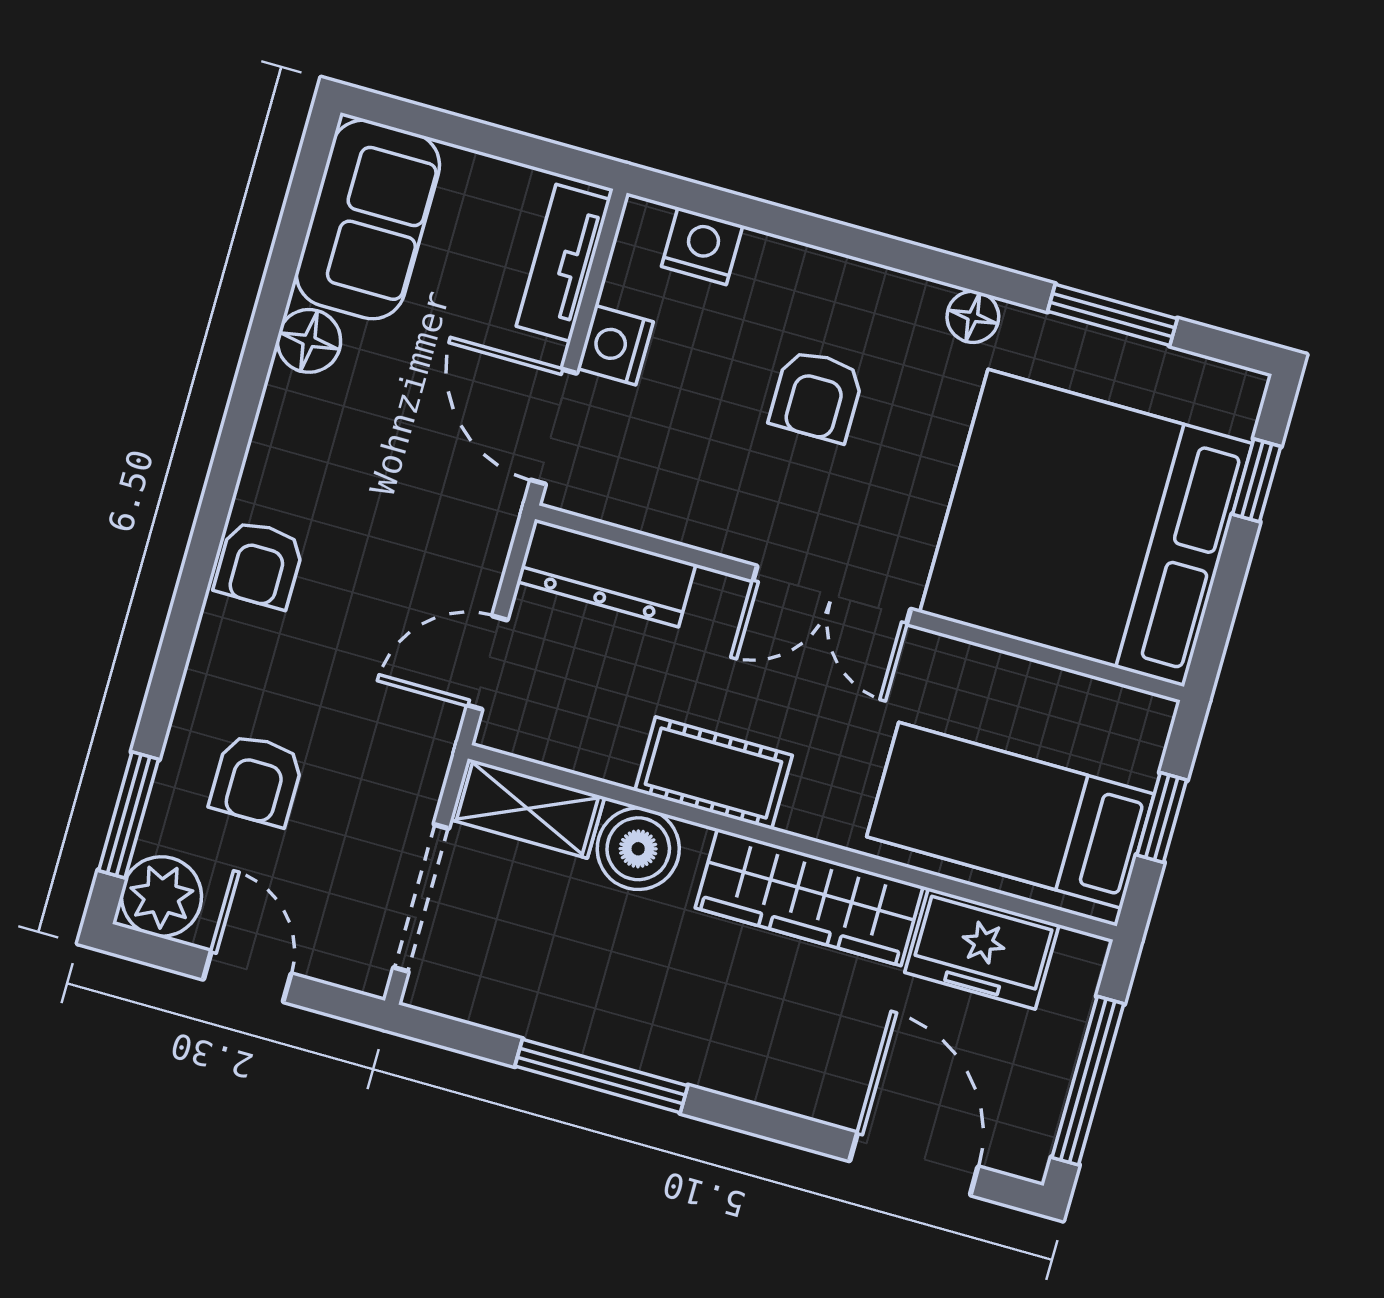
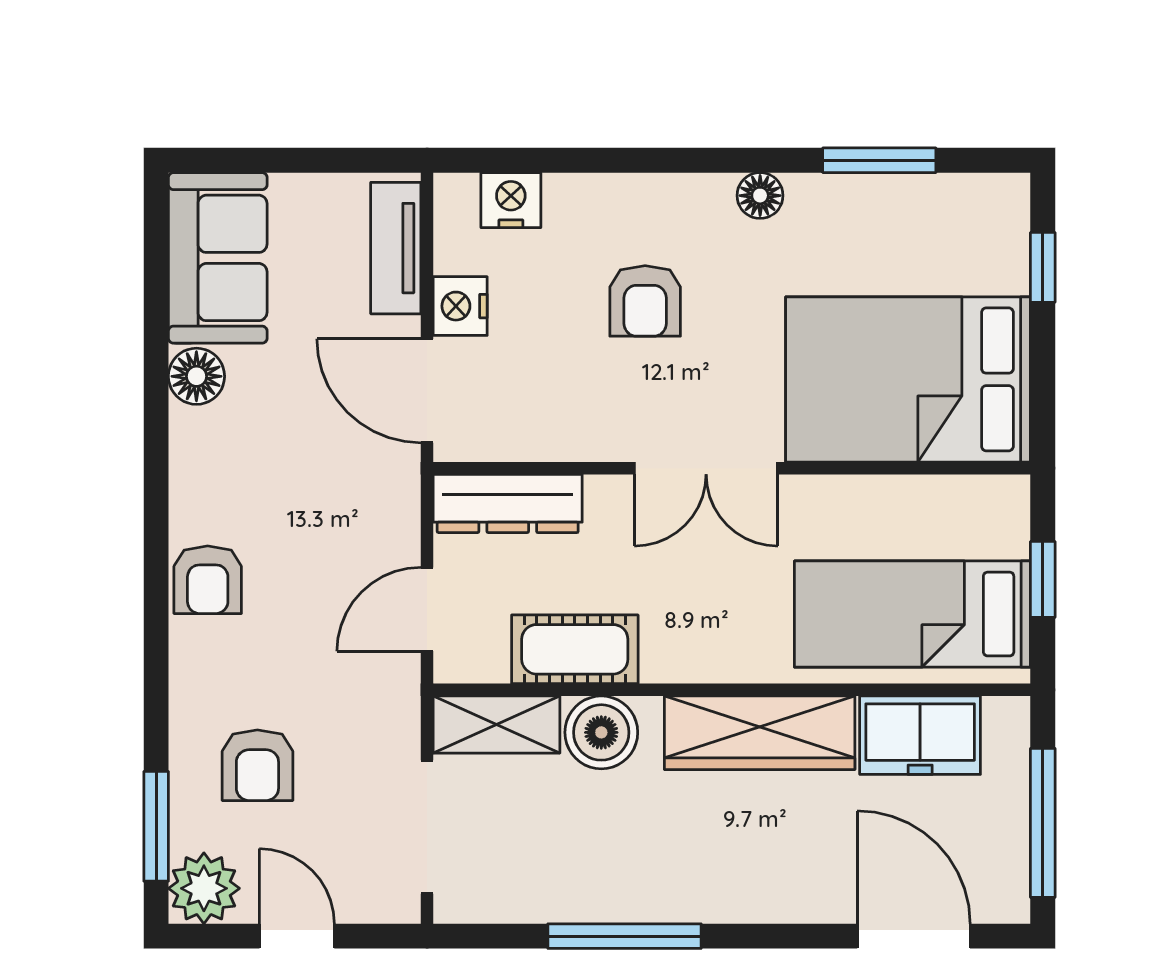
bed: (1086, 528) -> (908, 379), width x0.73
cot: (714, 773) -> (575, 649), moved

